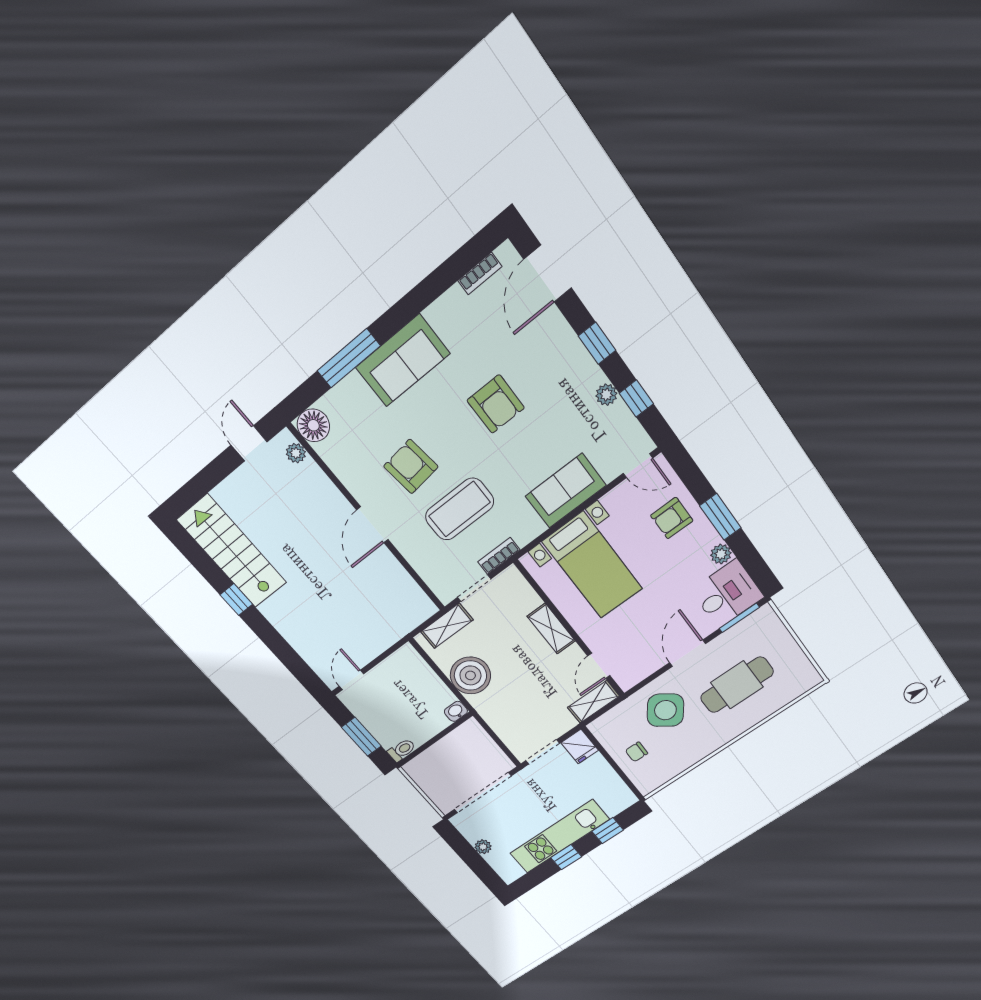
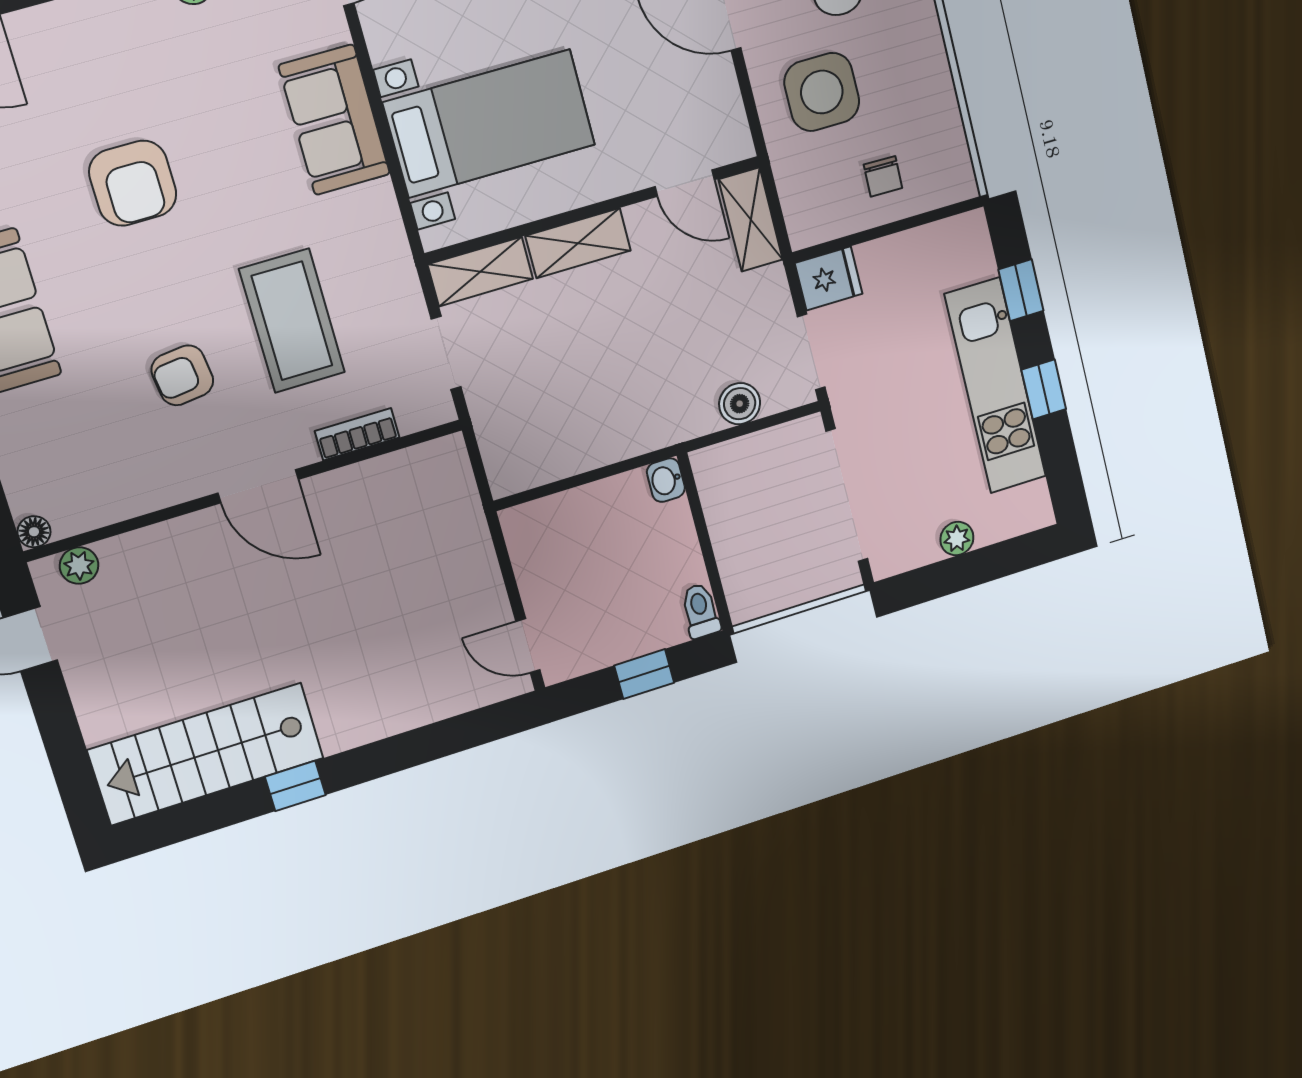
armchair: (496, 404) -> (133, 183), turned 90
floor lamp: (313, 425) -> (34, 532), width x0.53, depth x0.53
armchair: (411, 467) -> (182, 375), width x0.72, depth x0.72
bookcase: (499, 556) -> (357, 434), moved, turned 90
shelving: (447, 626) -> (480, 272), moved, turned 90
boiler: (470, 675) -> (740, 404), moved, width x0.54, depth x0.54
side table: (665, 710) -> (822, 92), turned -36
window: (361, 737) -> (644, 674), width x0.67

